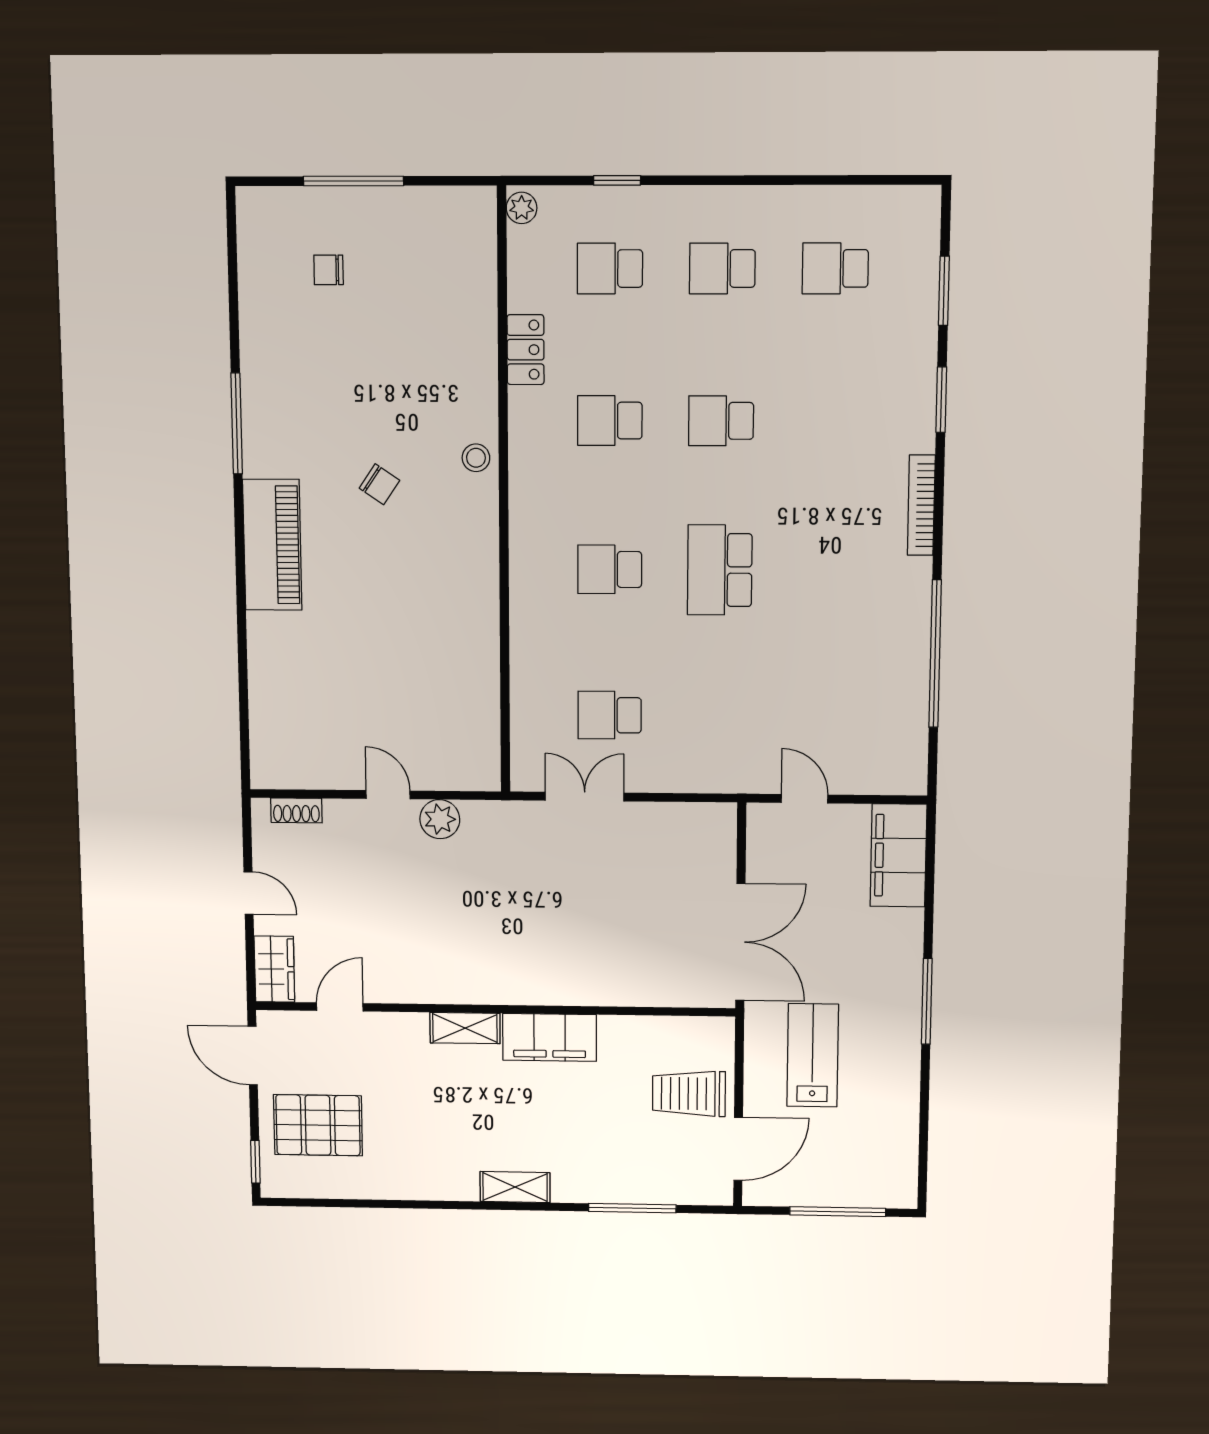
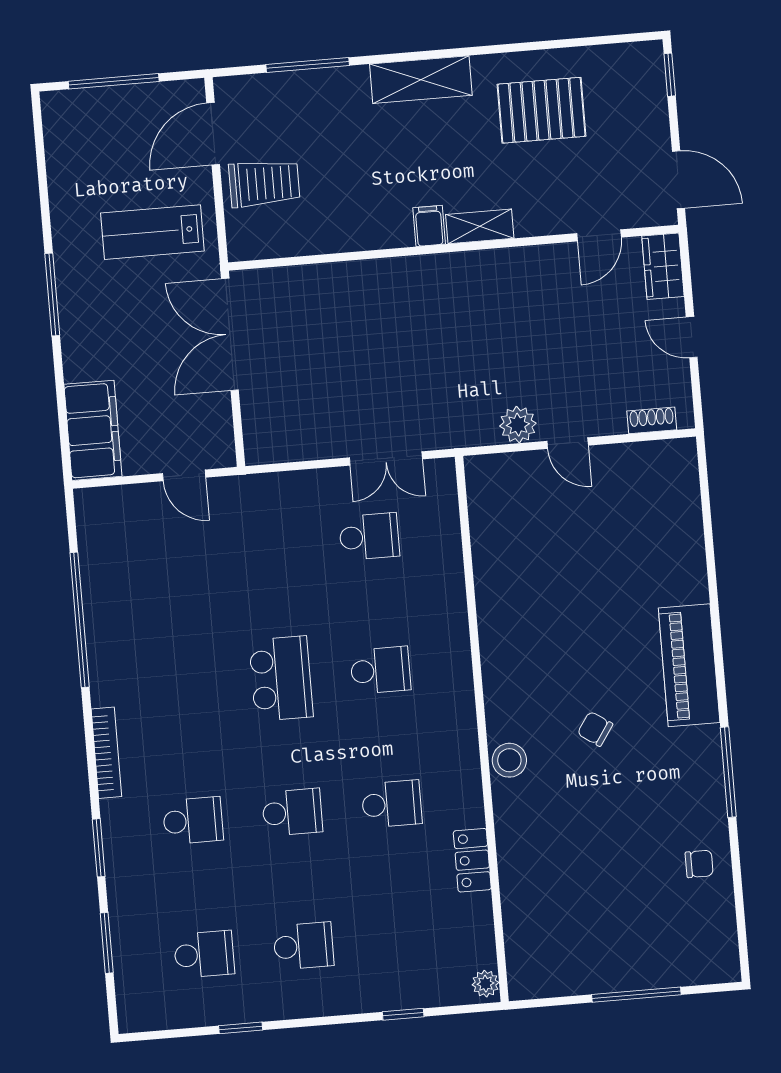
window: (802, 180) -> (241, 1028), added
school desk: (610, 269) -> (193, 821), moved
chair: (329, 270) -> (699, 864), moved
stool: (476, 458) -> (509, 760), width x1.37, depth x1.37
filing cabinet: (550, 1037) -> (429, 226), width x0.33, depth x0.86
lab bench: (813, 1055) -> (152, 232), turned 90
pallet: (318, 1125) -> (541, 110), moved
shelving: (515, 1187) -> (421, 80), width x1.50, depth x1.33

